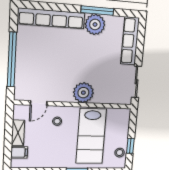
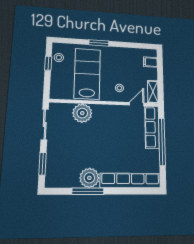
row of seats: (130, 41) -> (152, 127), moved, turned 180
window: (140, 42) -> (42, 164), added
plant: (83, 93) -> (82, 113), moved
shelving: (18, 133) -> (153, 92), moved

